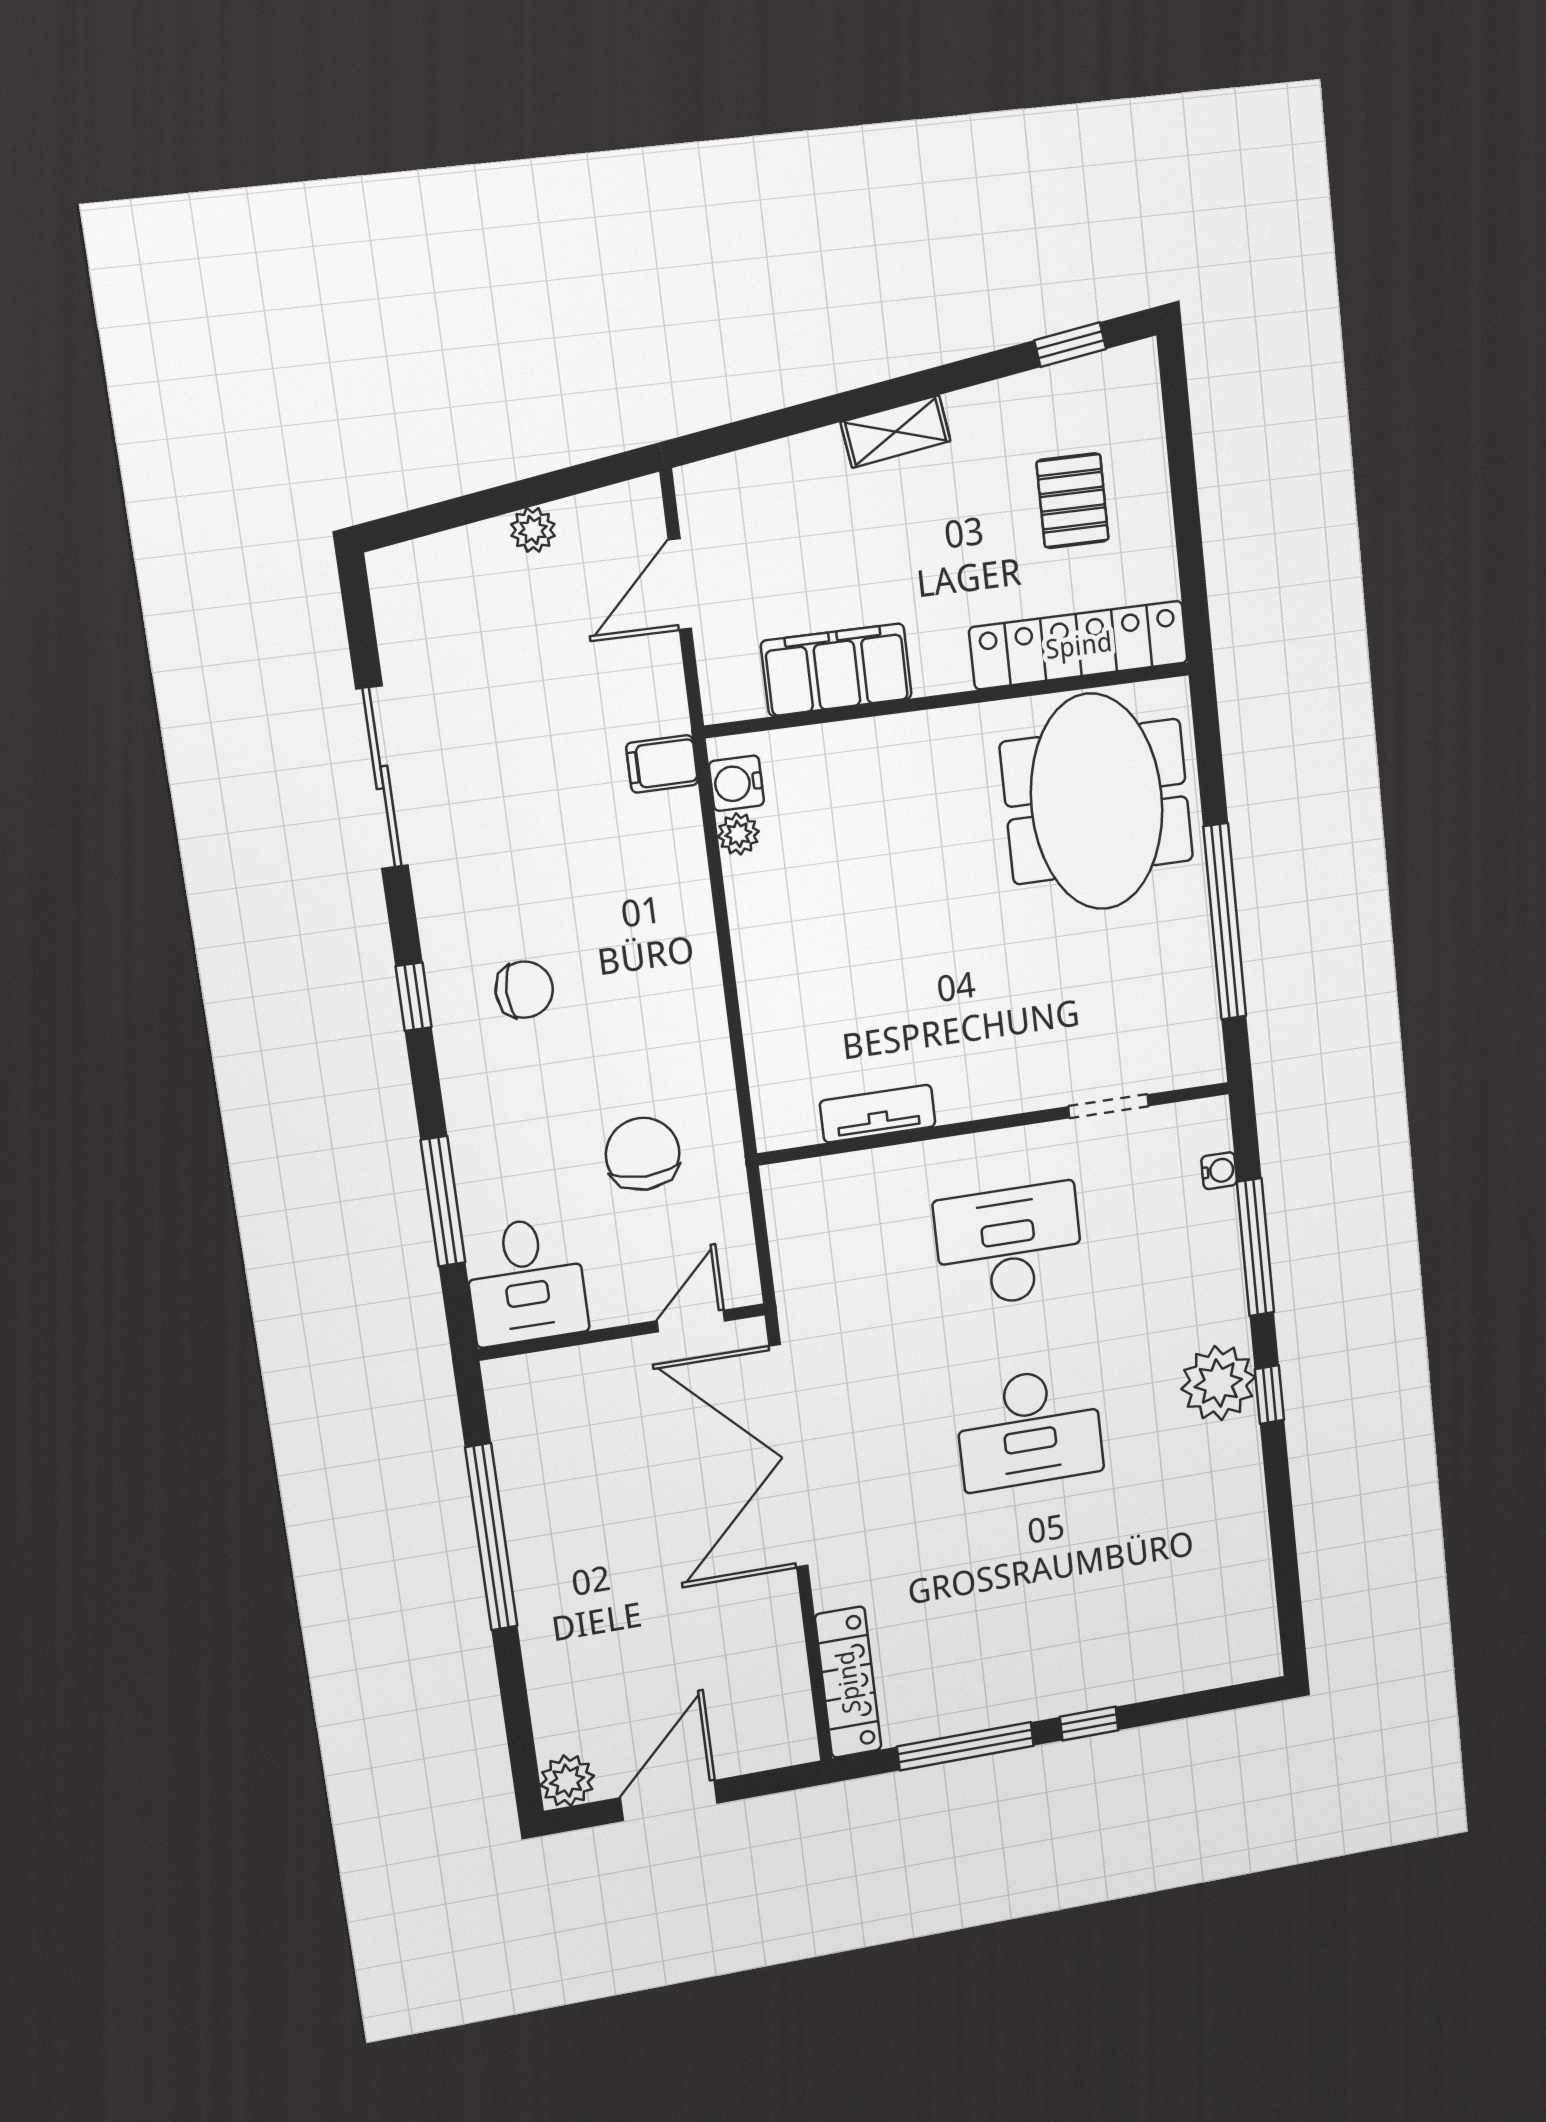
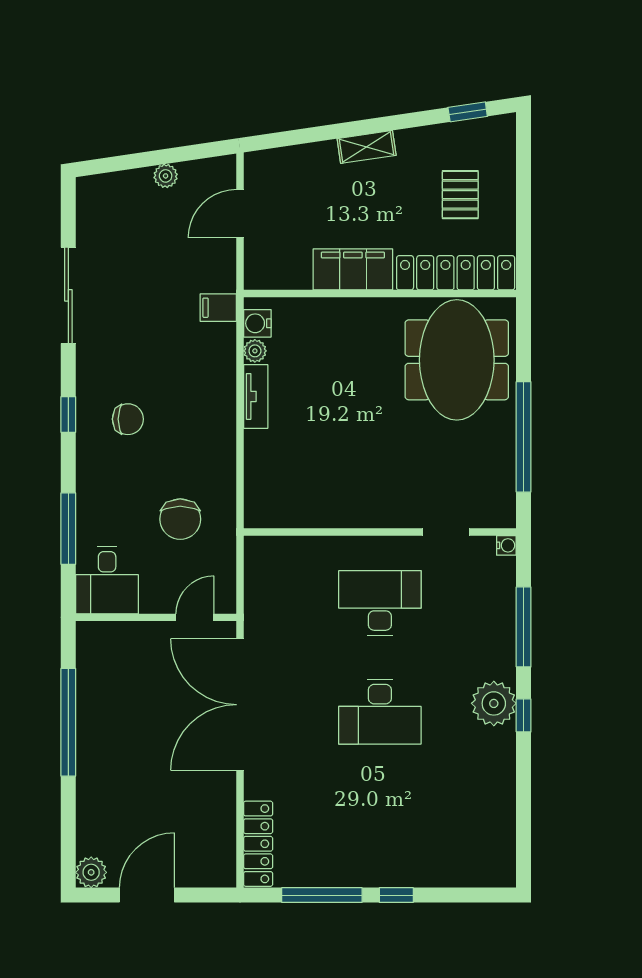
filing cabinet: (836, 670) -> (353, 269), moved
tv unit: (878, 1114) -> (256, 396), moved, turned 90
chair: (643, 1154) -> (180, 519), turned 180
water cooler: (1219, 1171) -> (506, 545), moved

